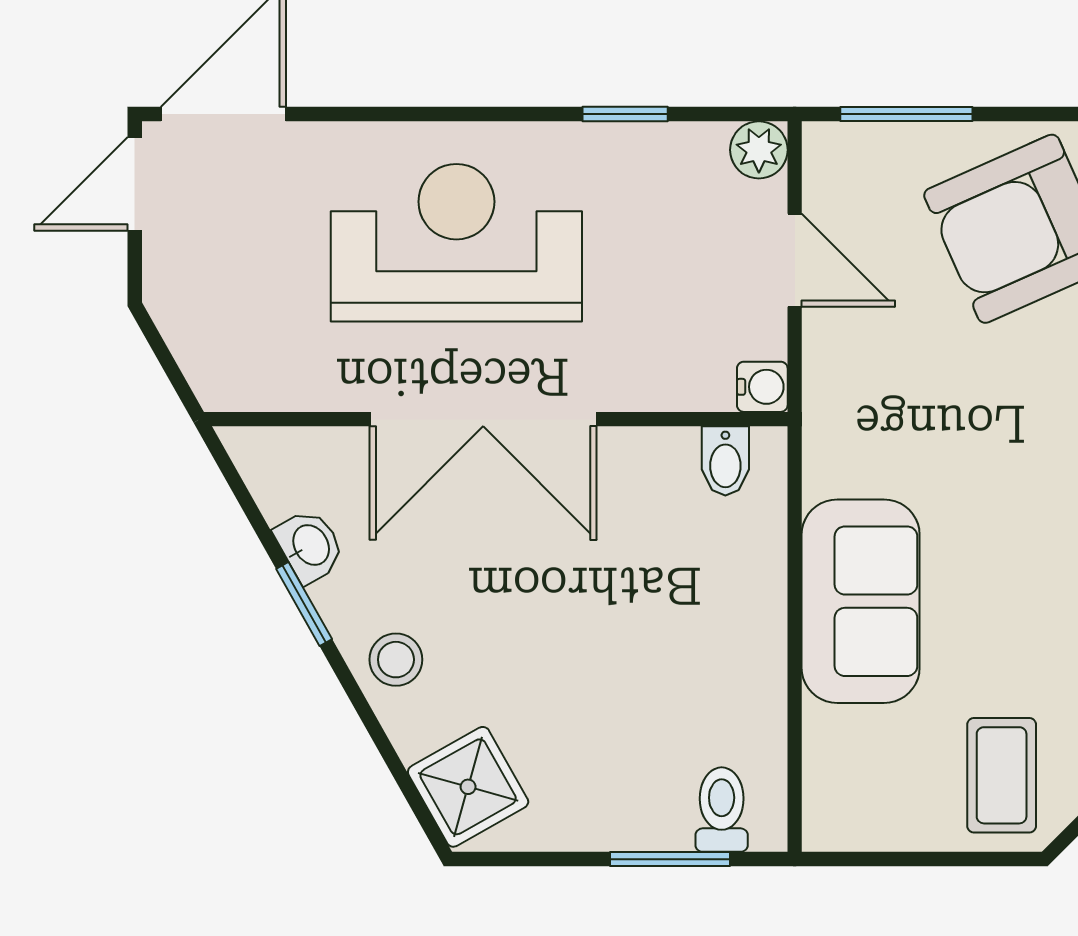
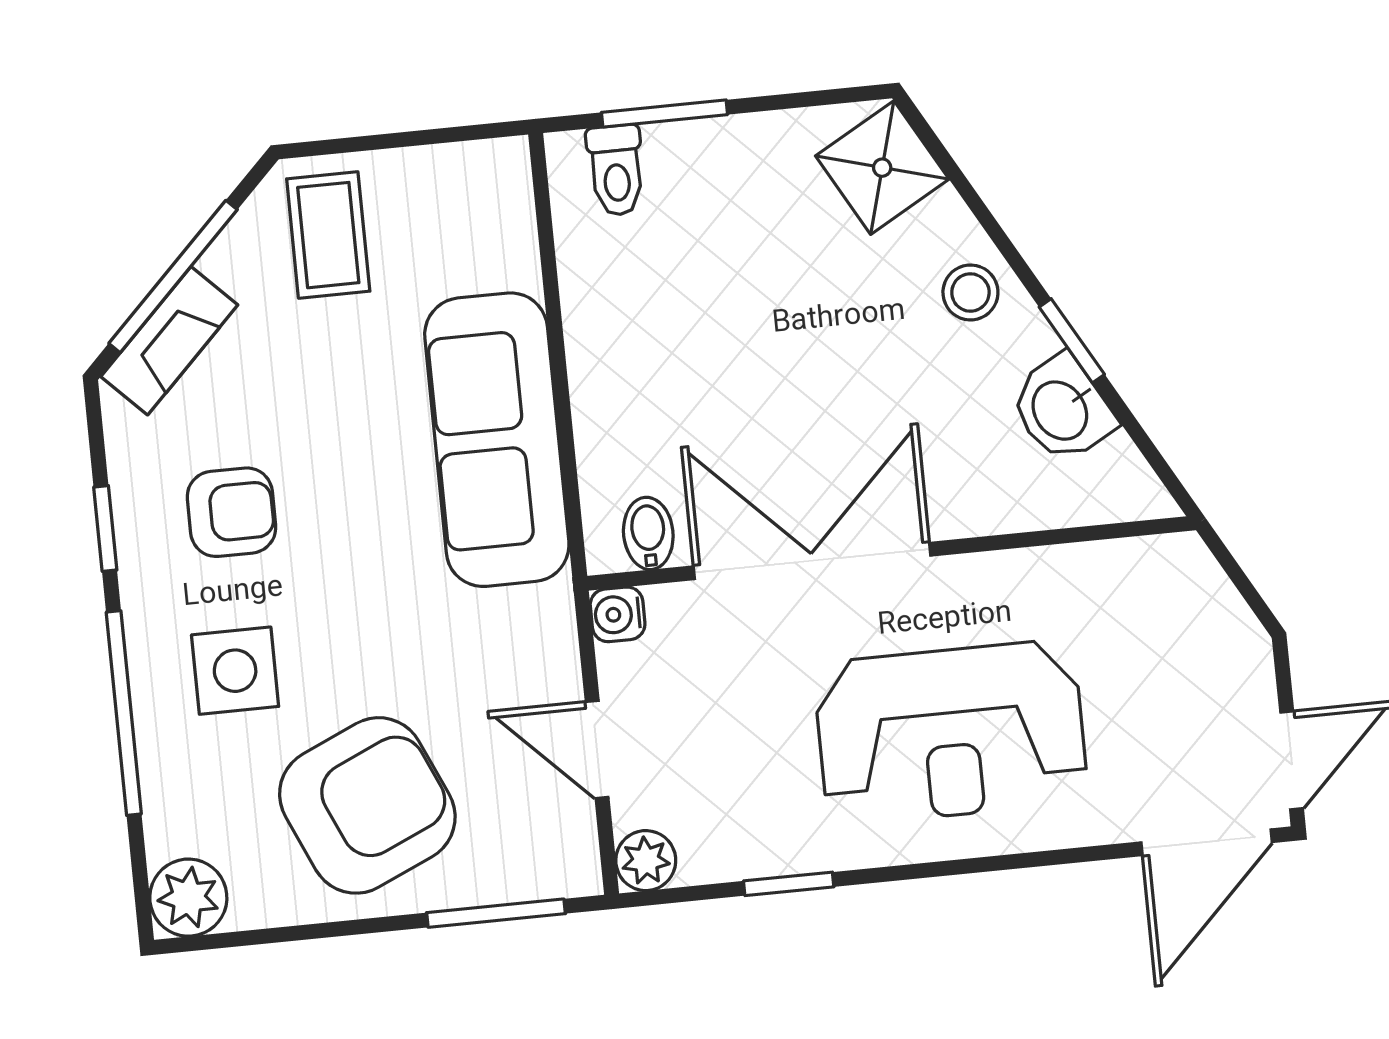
double door: (483, 419) -> (812, 561), moved
washbasin: (310, 546) -> (1062, 409), width x1.38, depth x1.45
sofa: (861, 601) -> (497, 440), width x1.36

